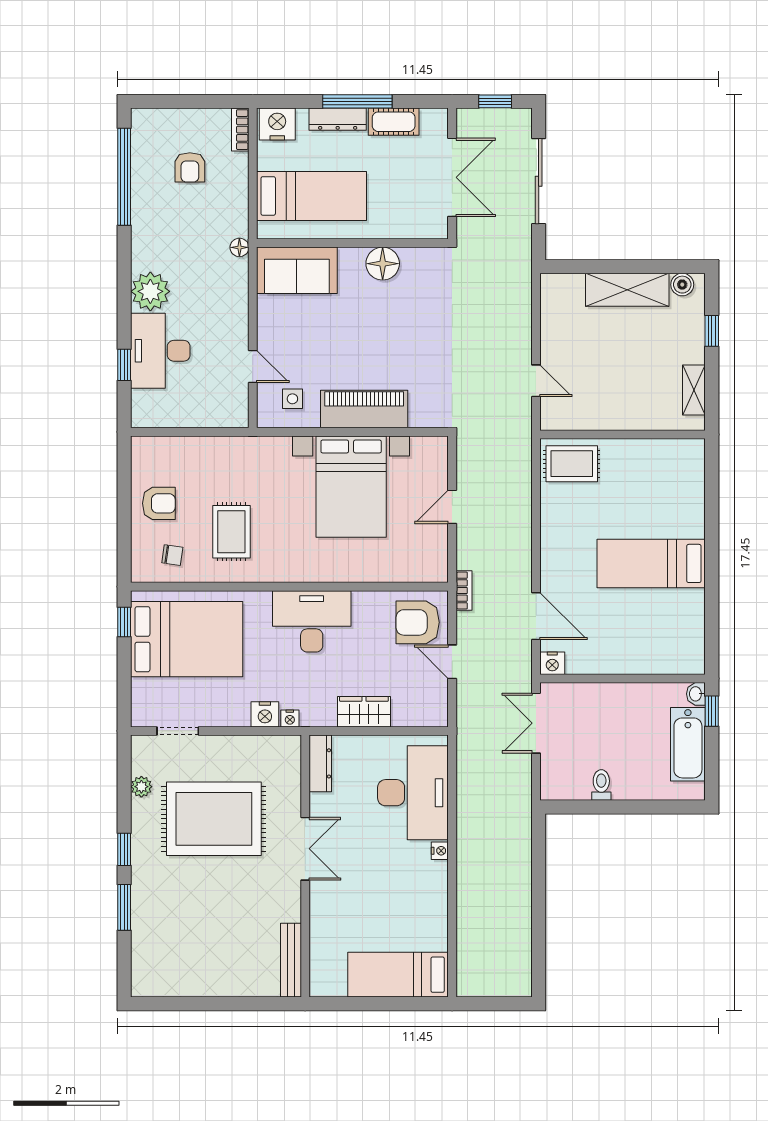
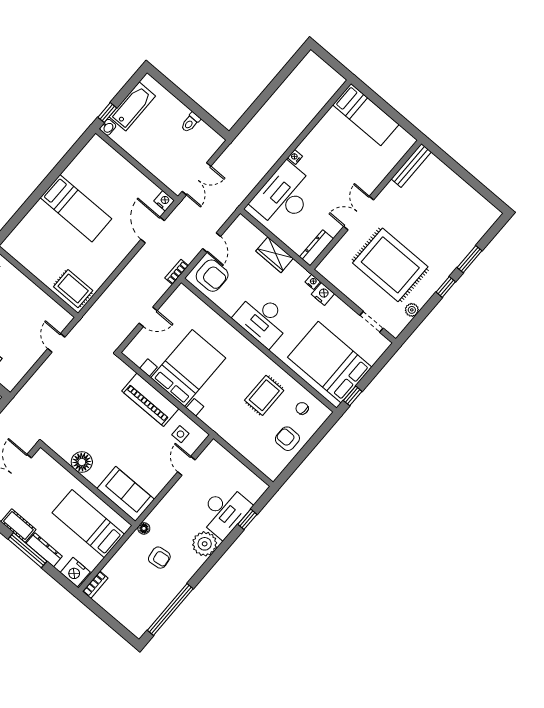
armchair: (190, 167) -> (159, 558), moved, turned 83

